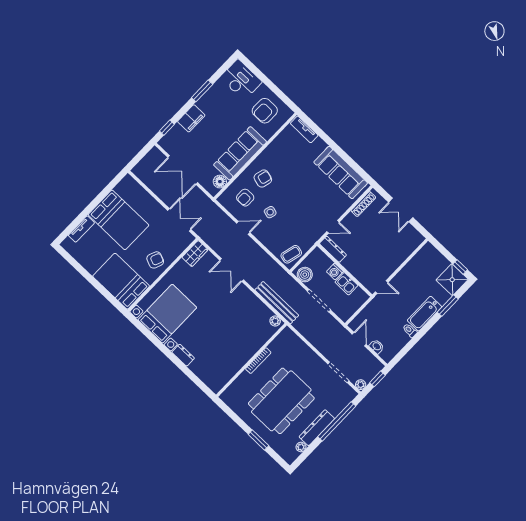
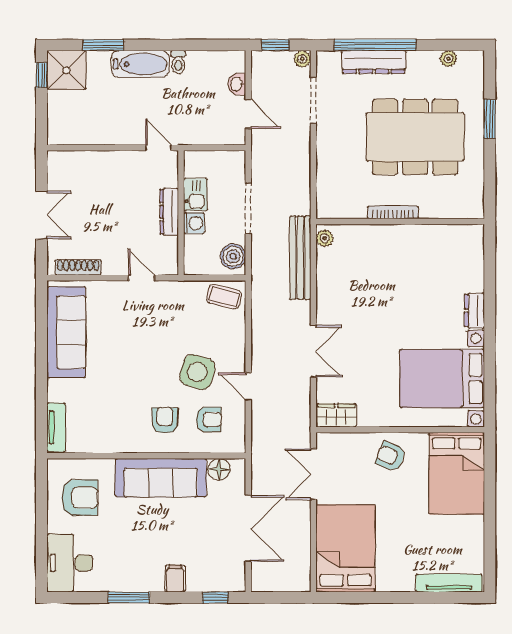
filing cabinet: (191, 118) -> (175, 578), width x0.50
armchair: (263, 179) -> (165, 420), turned 75
side table: (270, 212) -> (197, 372), width x1.87, depth x1.87
bed: (119, 220) -> (345, 548), moved
tv unit: (81, 229) -> (449, 583), width x1.41
dresser: (333, 249) -> (169, 212), moved
door: (359, 339) -> (248, 114), swing flipped
dresser: (317, 428) -> (374, 62), moved

